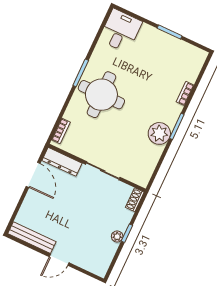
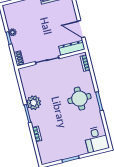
round table: (101, 95) -> (79, 99), width x0.73, depth x0.73

